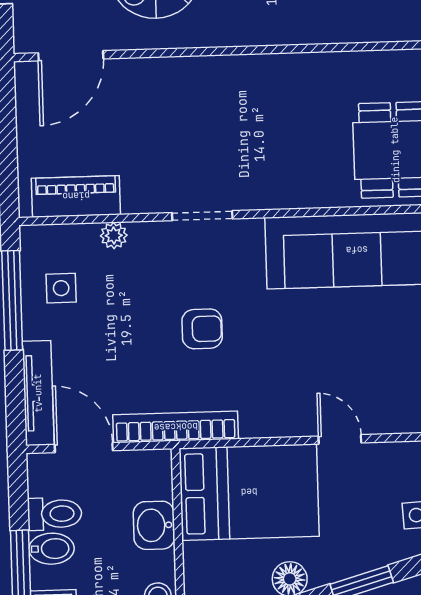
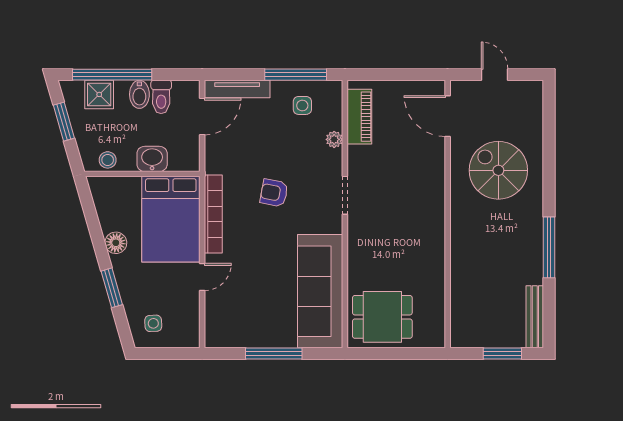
armchair: (202, 329) -> (274, 193), turned 101
bookcase: (176, 427) -> (213, 214), moved

